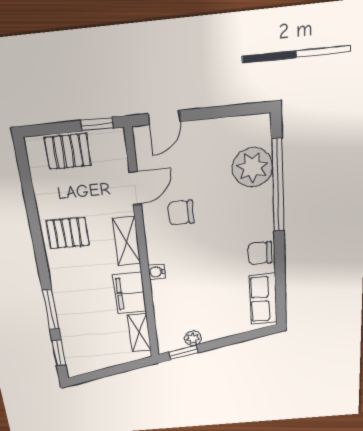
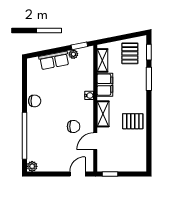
pallet: (68, 151) -> (130, 53), moved, turned 90
plant: (252, 167) -> (32, 166), moved, width x0.53, depth x0.53
row of seats: (263, 299) -> (54, 60), moved, turned 79

